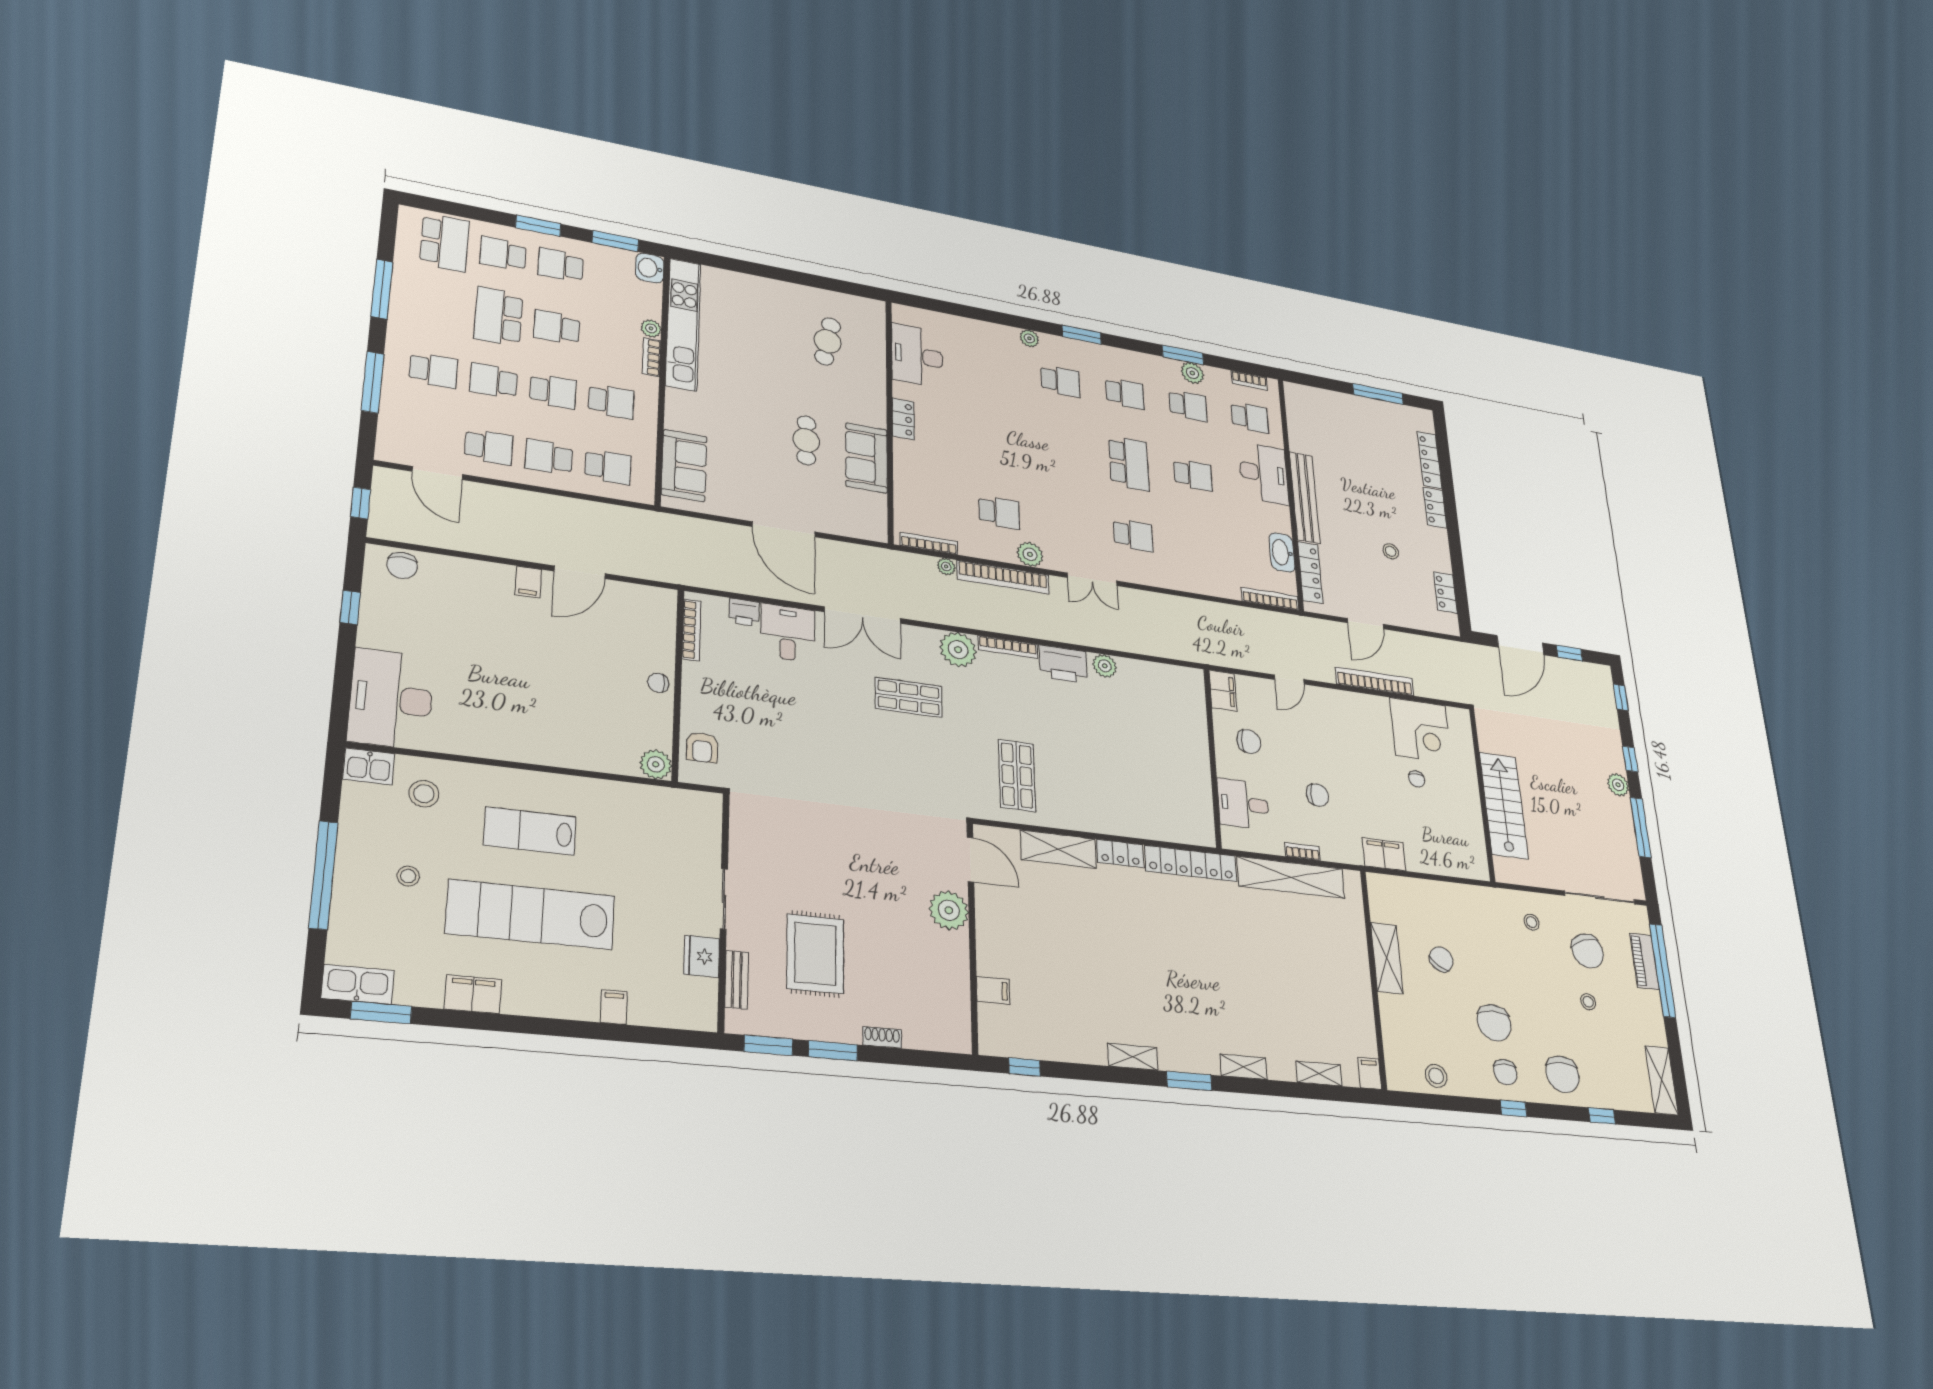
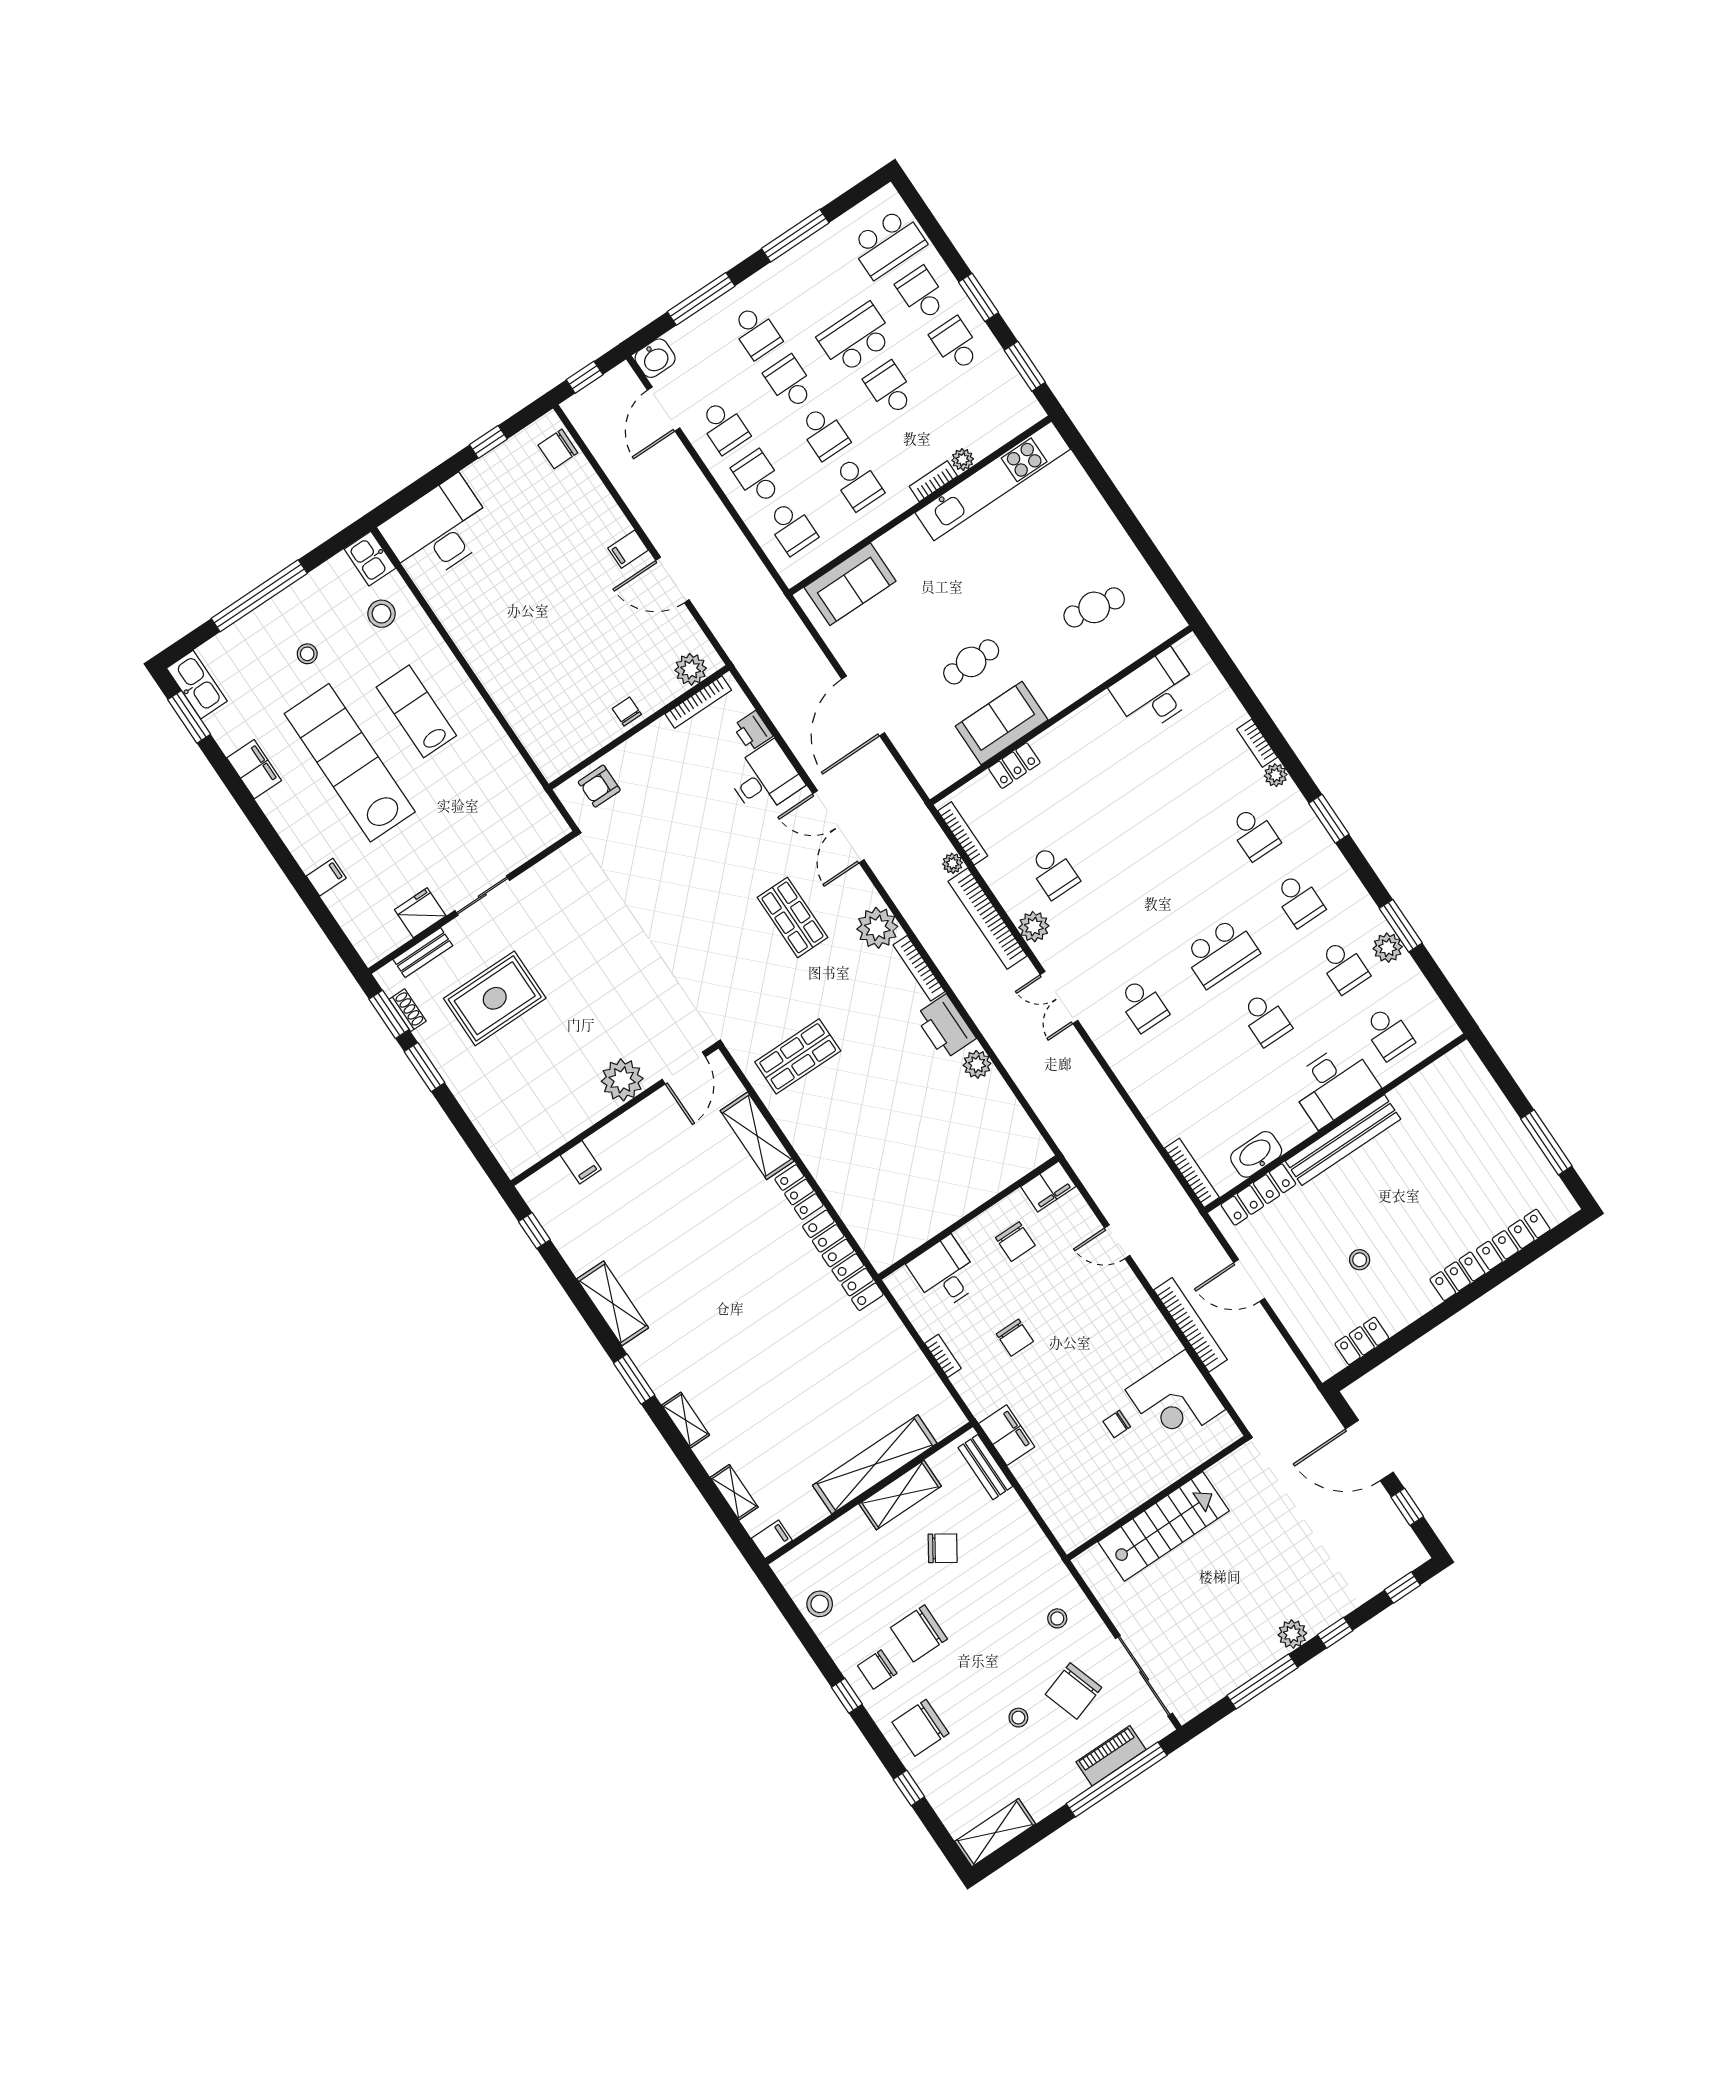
washbasin: (650, 268) -> (655, 358), moved, turned 180
bookcase: (1249, 380) -> (1257, 743), moved
locker: (903, 419) -> (1014, 766), moved
plant: (656, 764) -> (691, 669), moved
shelving: (1291, 877) -> (875, 1464), moved, turned 90
bench: (1399, 886) -> (985, 1467), added
shoe rack: (882, 1037) -> (408, 1010), moved
shelving: (1133, 1057) -> (613, 1303), width x1.50, depth x1.33

